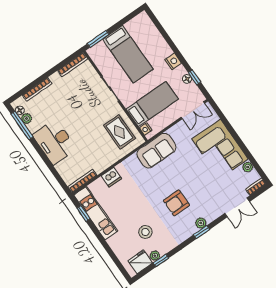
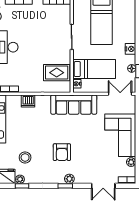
double door: (193, 110) -> (120, 94), swing flipped
rug: (119, 132) -> (57, 73), turned 90
sofa: (156, 151) -> (74, 105), width x1.36
armchair: (176, 203) -> (62, 152), turned -90

